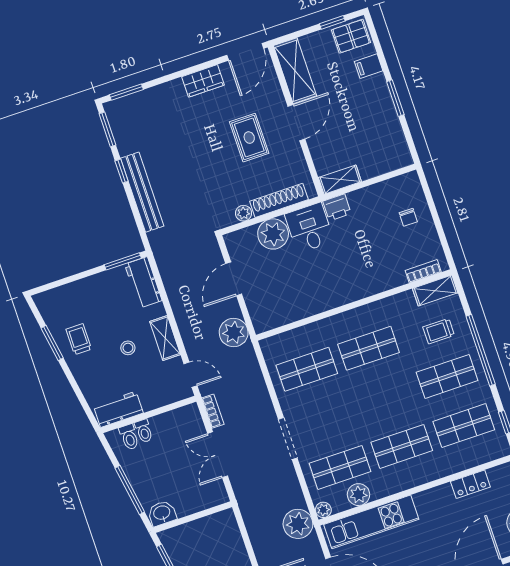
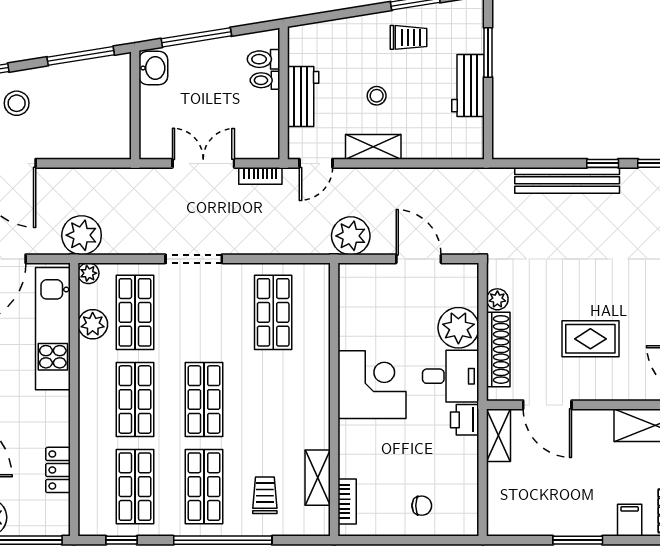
door: (296, 123) -> (547, 405), moved
chair: (408, 217) -> (422, 506), turned 180
window: (123, 261) -> (488, 52), moved
workbench: (143, 282) -> (468, 86), moved, turned -90
corner desk: (334, 282) -> (372, 385), added
shelving: (435, 291) -> (318, 478), moved
shop shelf: (369, 348) -> (204, 399), moved
workbench: (118, 409) -> (303, 97), moved

